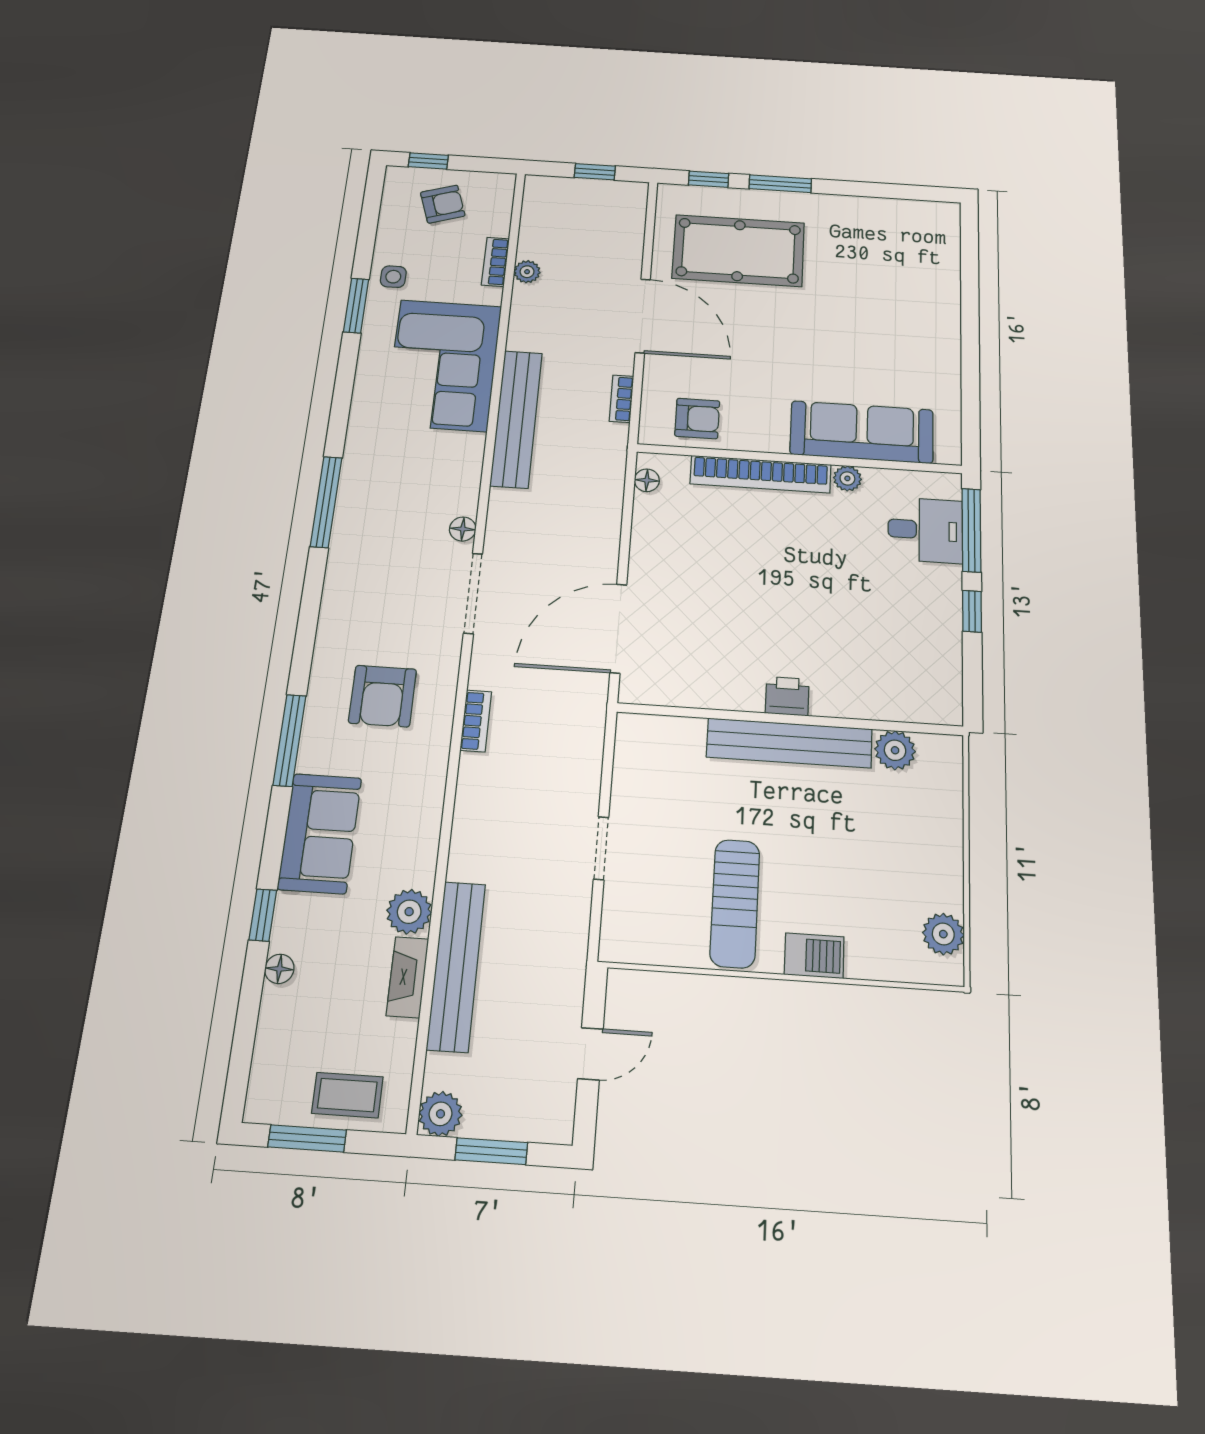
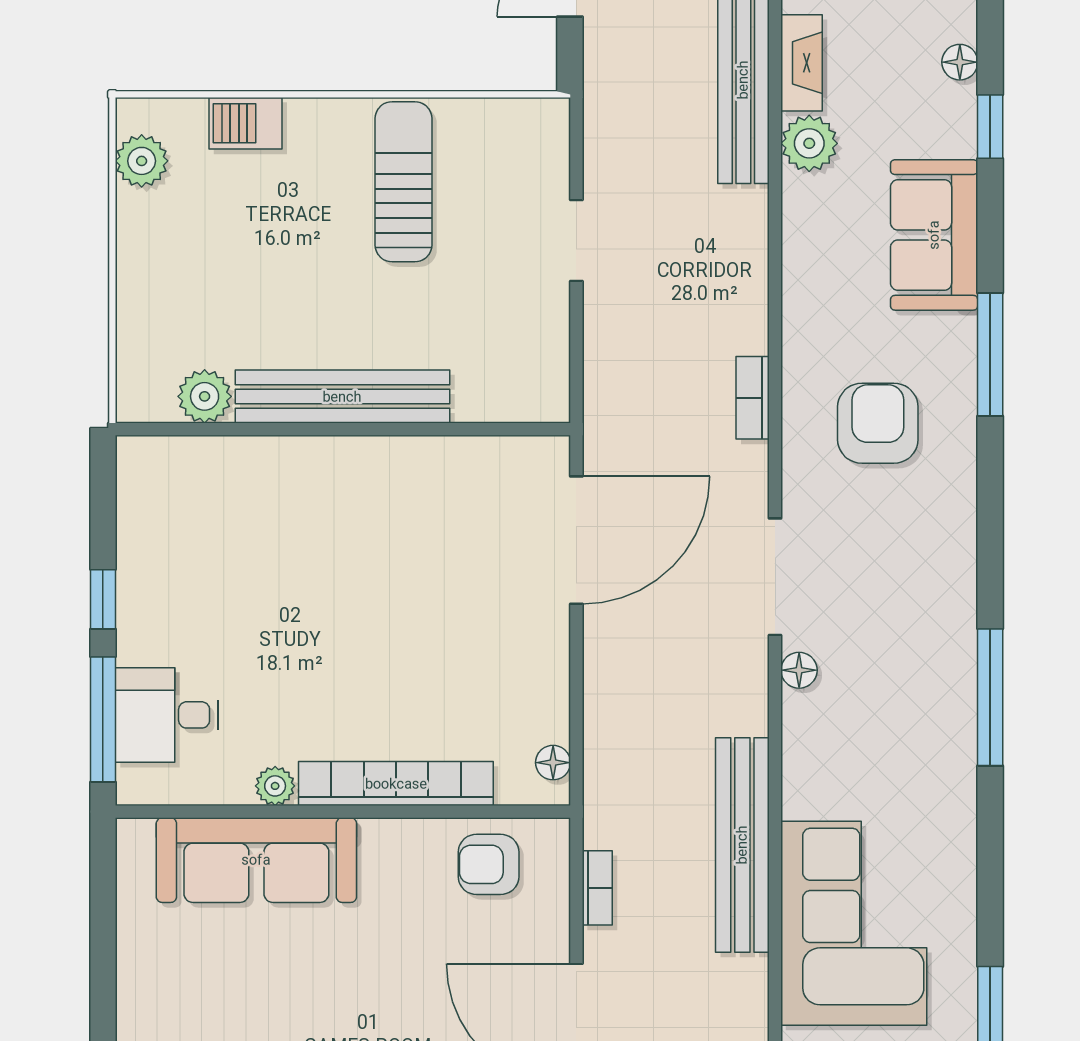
printer: (787, 696) -> (347, 461), removed
barbecue: (814, 956) -> (245, 123), moved

